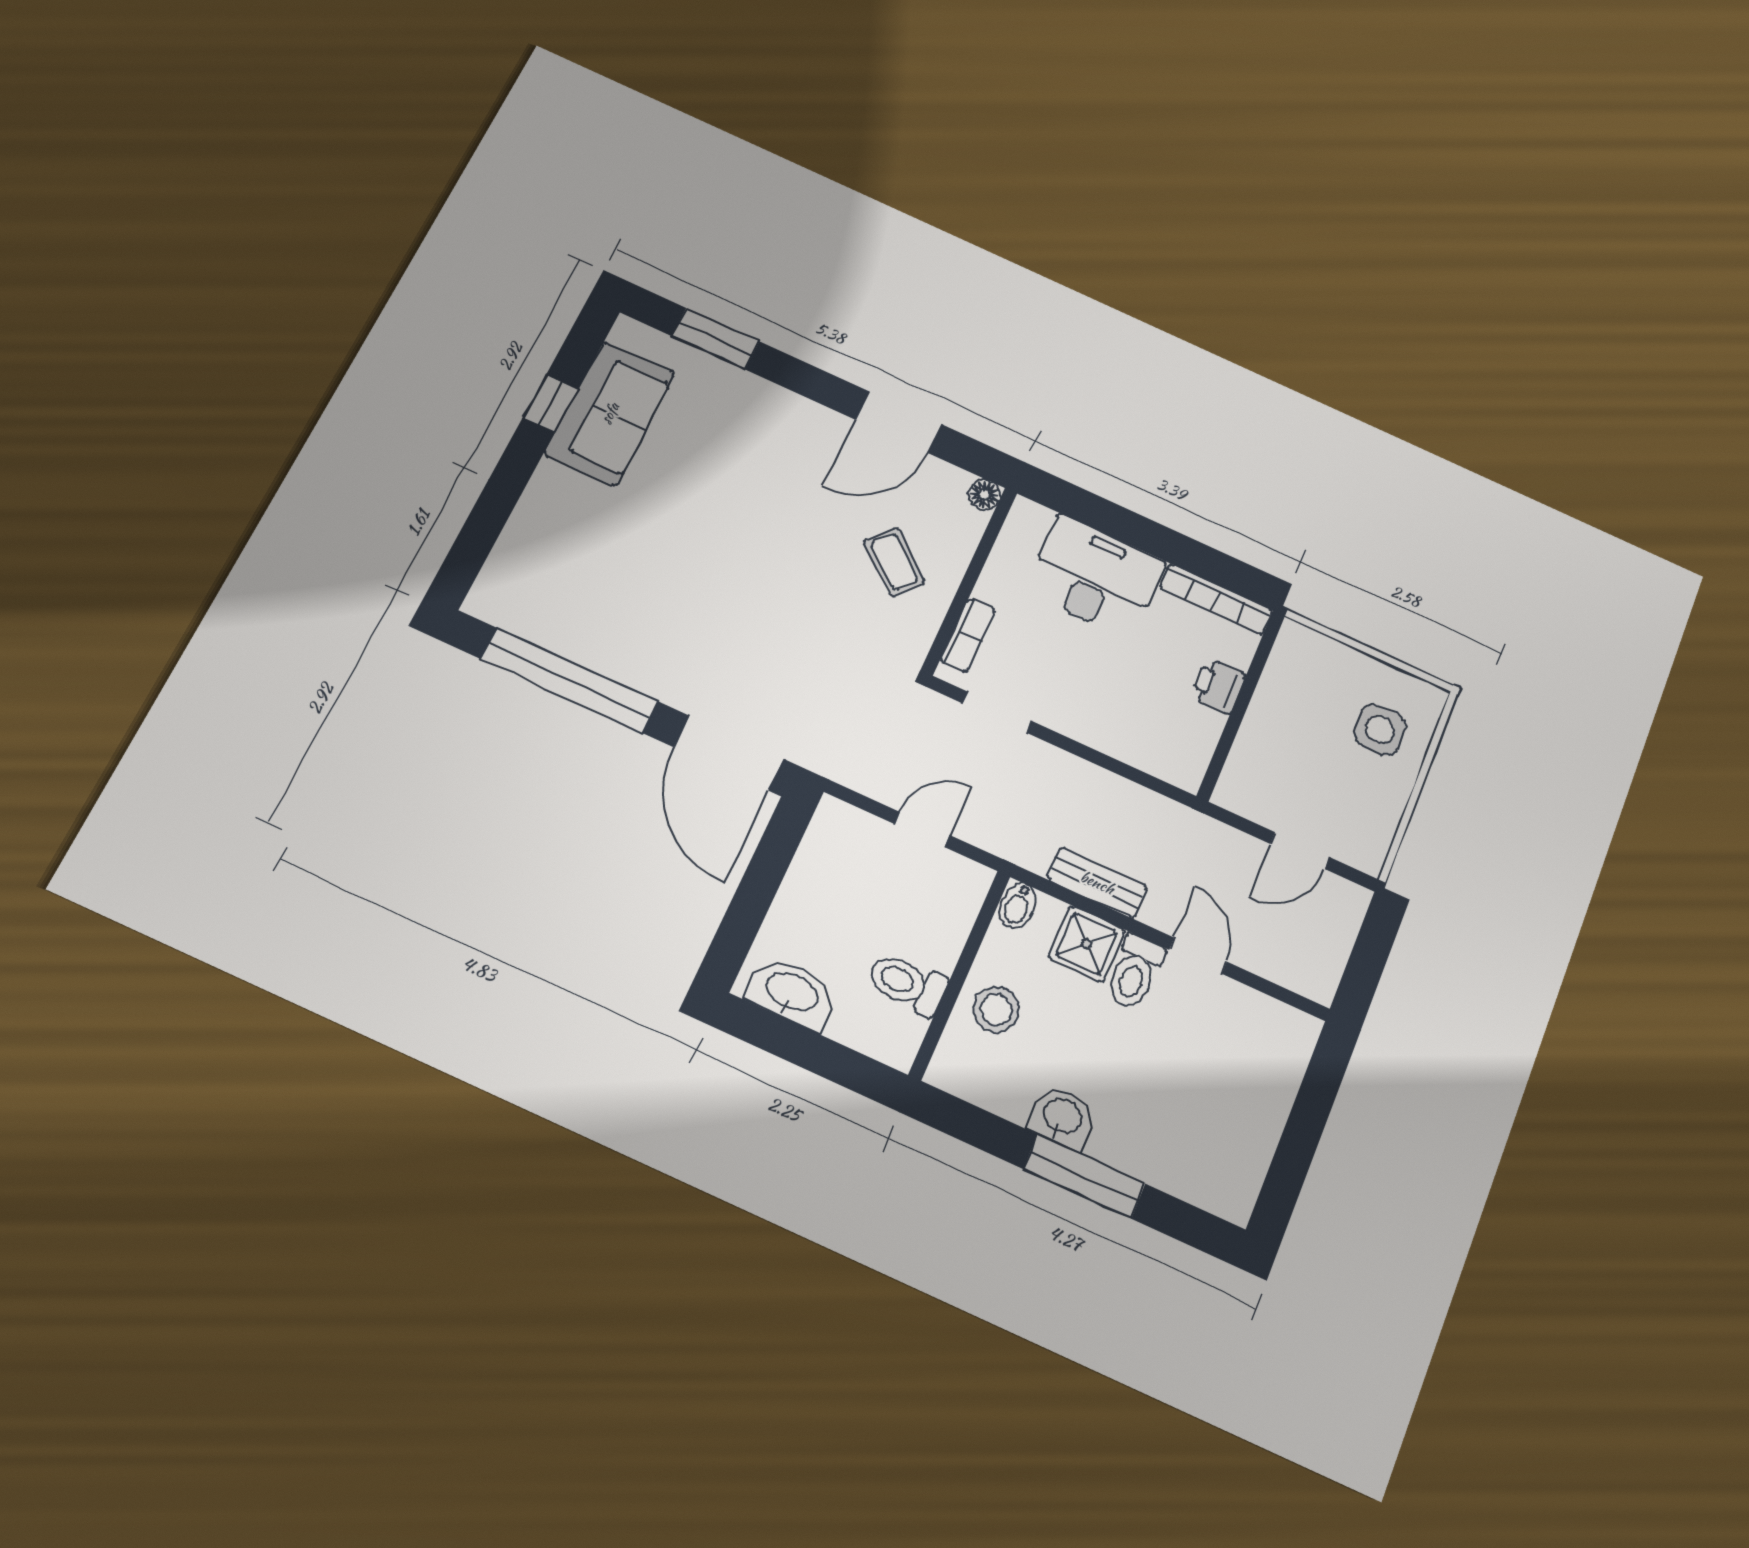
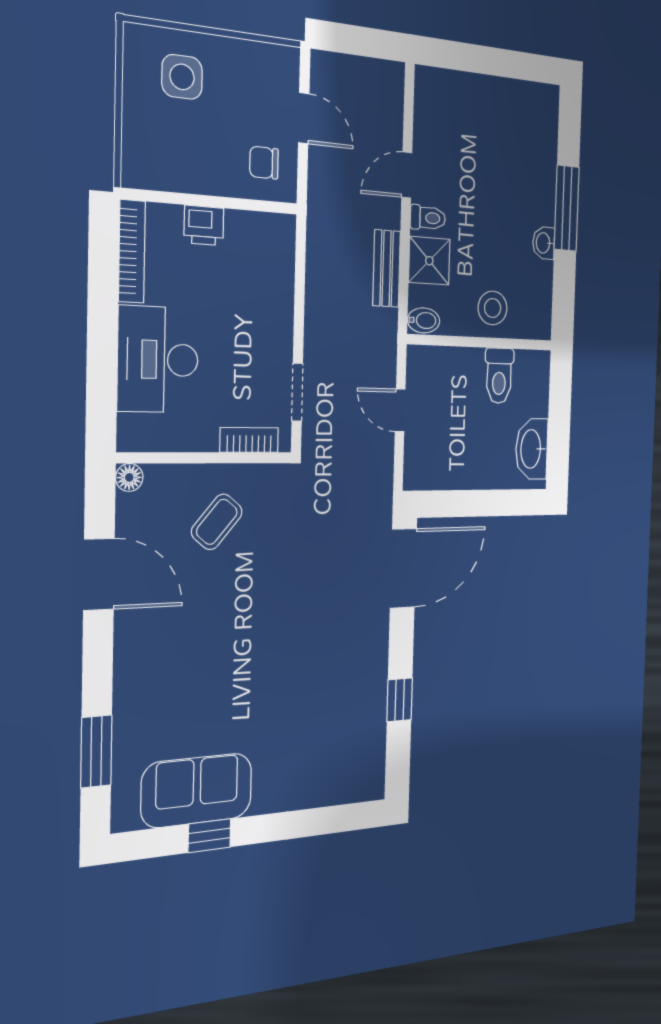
window: (569, 680) -> (400, 700), width x0.32
chair: (1265, 782) -> (264, 163), added
toilet: (1135, 972) -> (428, 218), width x0.73, depth x0.72
washbasin: (1062, 1117) -> (544, 243), width x0.72, depth x0.69

